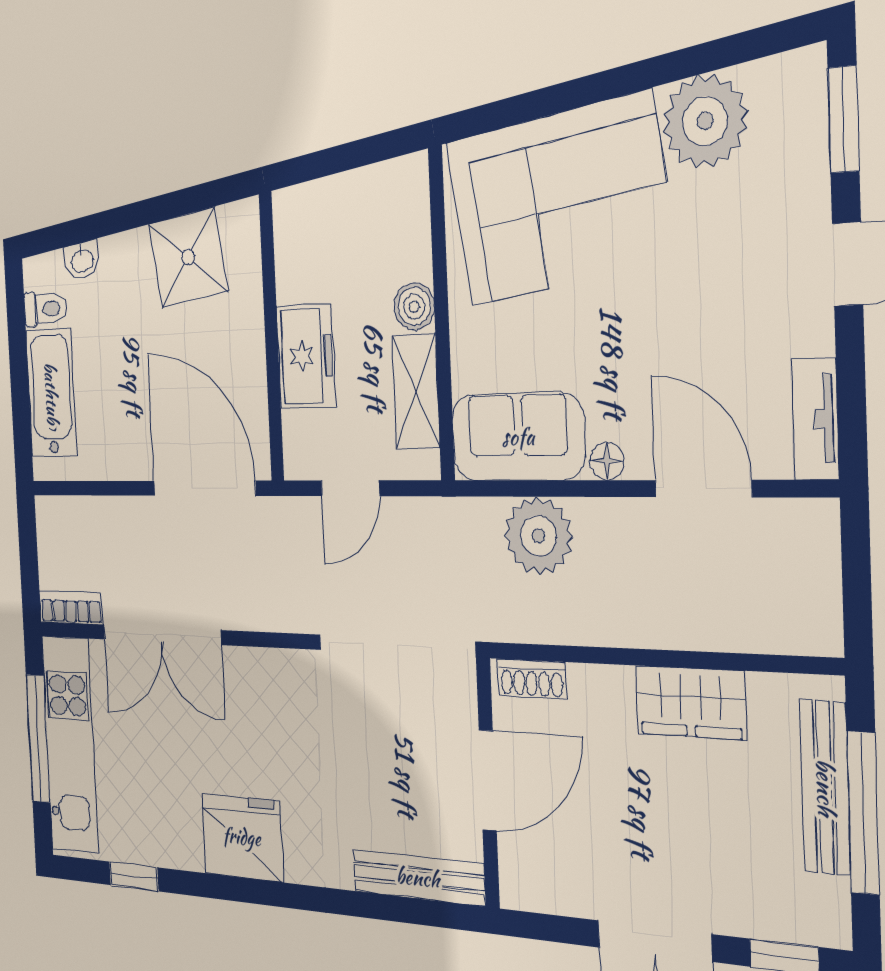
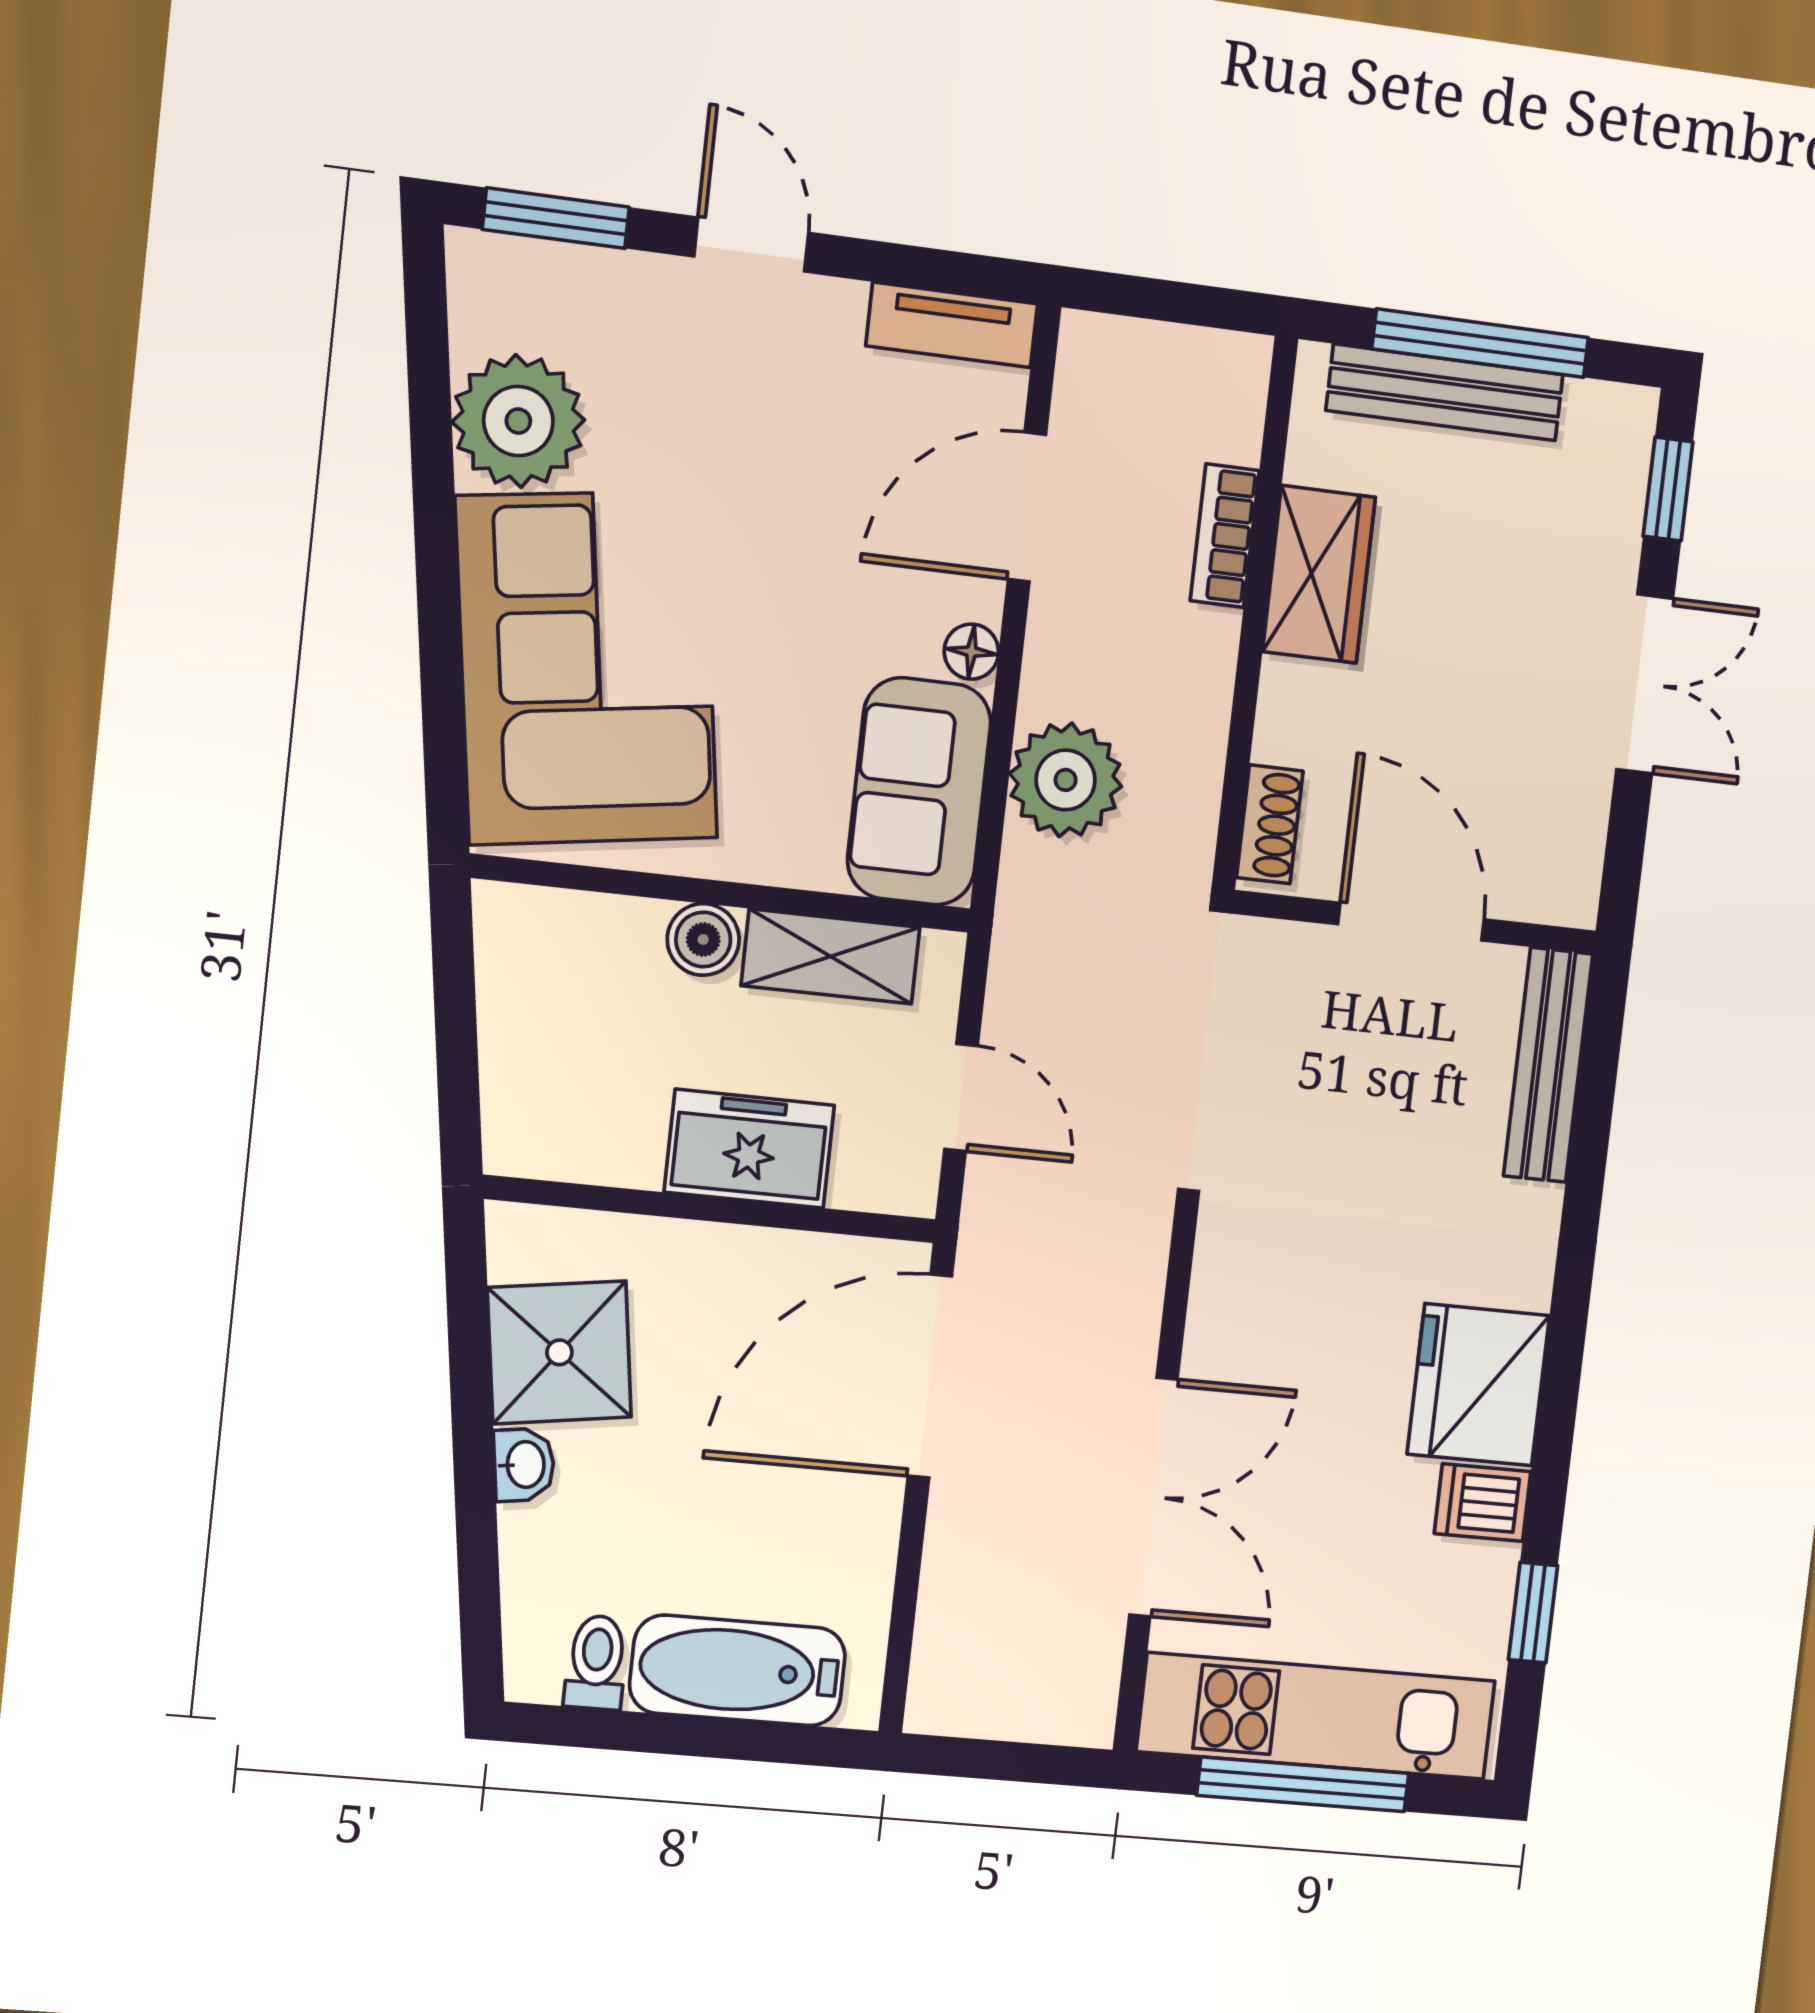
washbasin: (82, 260) -> (524, 1465), moved
bookcase: (71, 607) -> (1225, 536), moved
dishwasher: (184, 843) -> (1483, 1503), added

